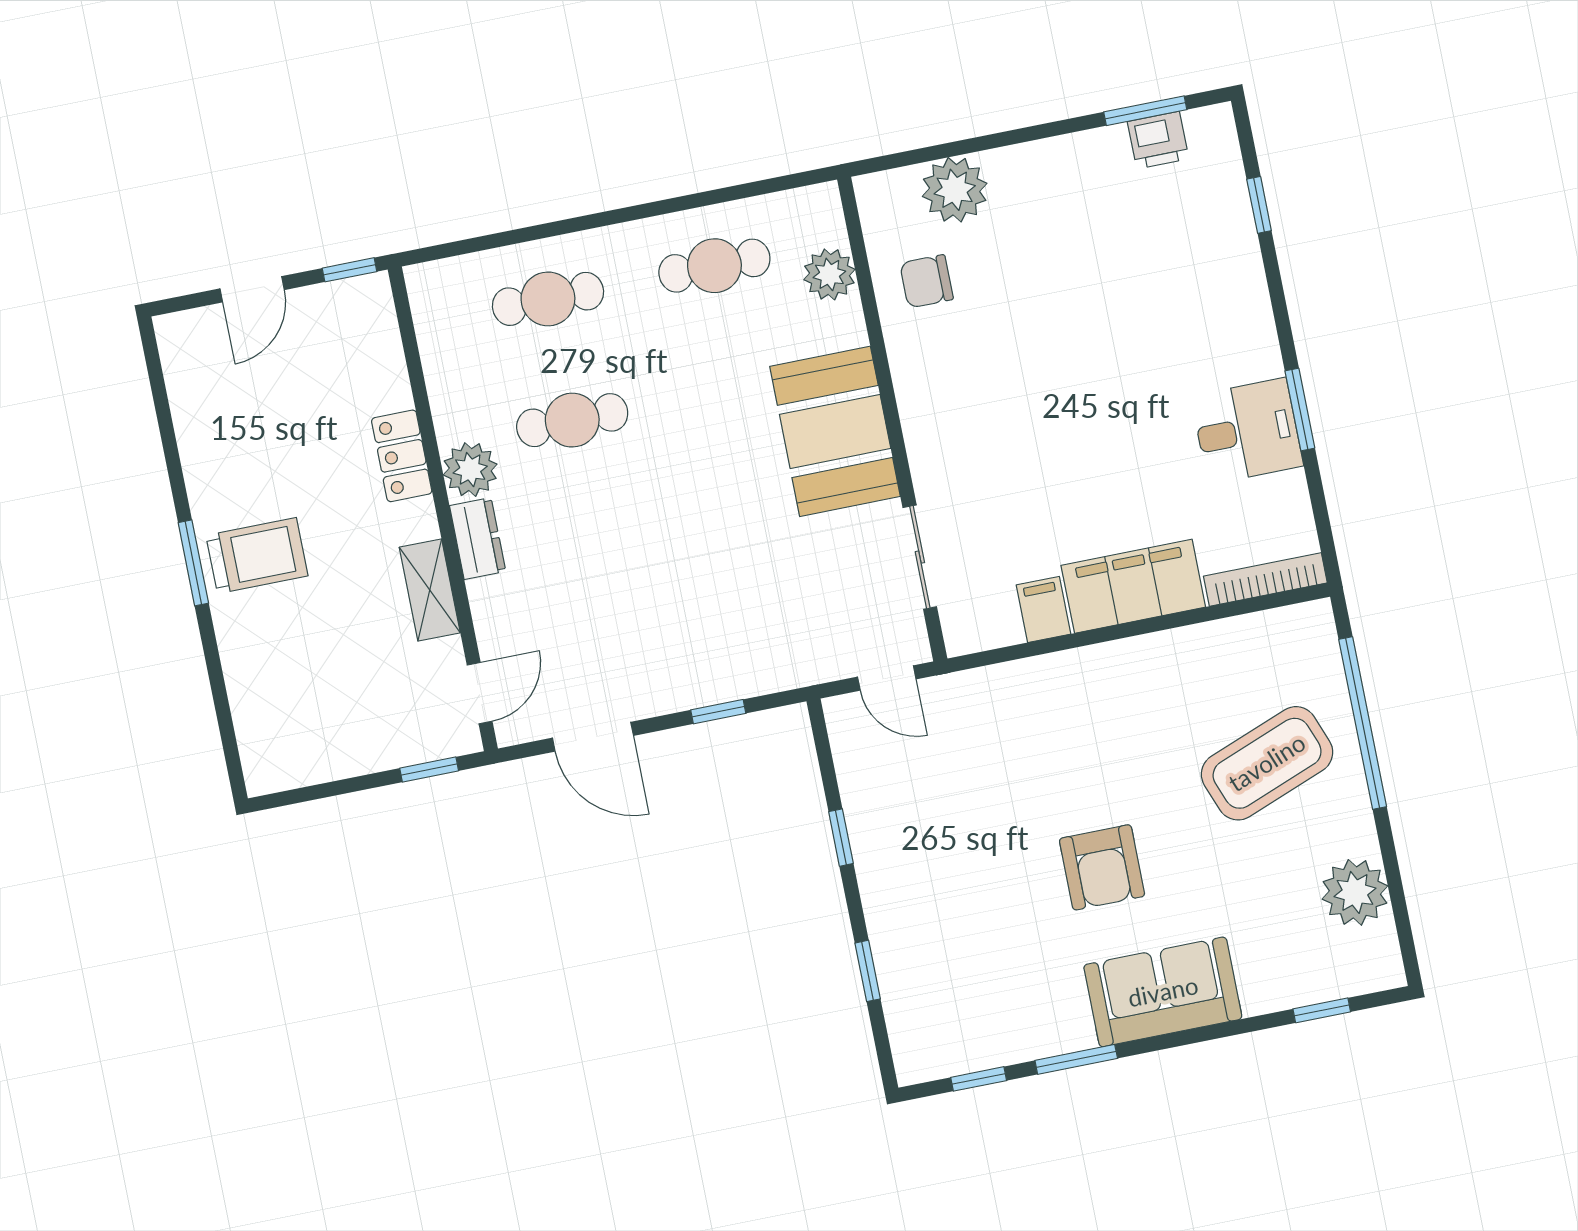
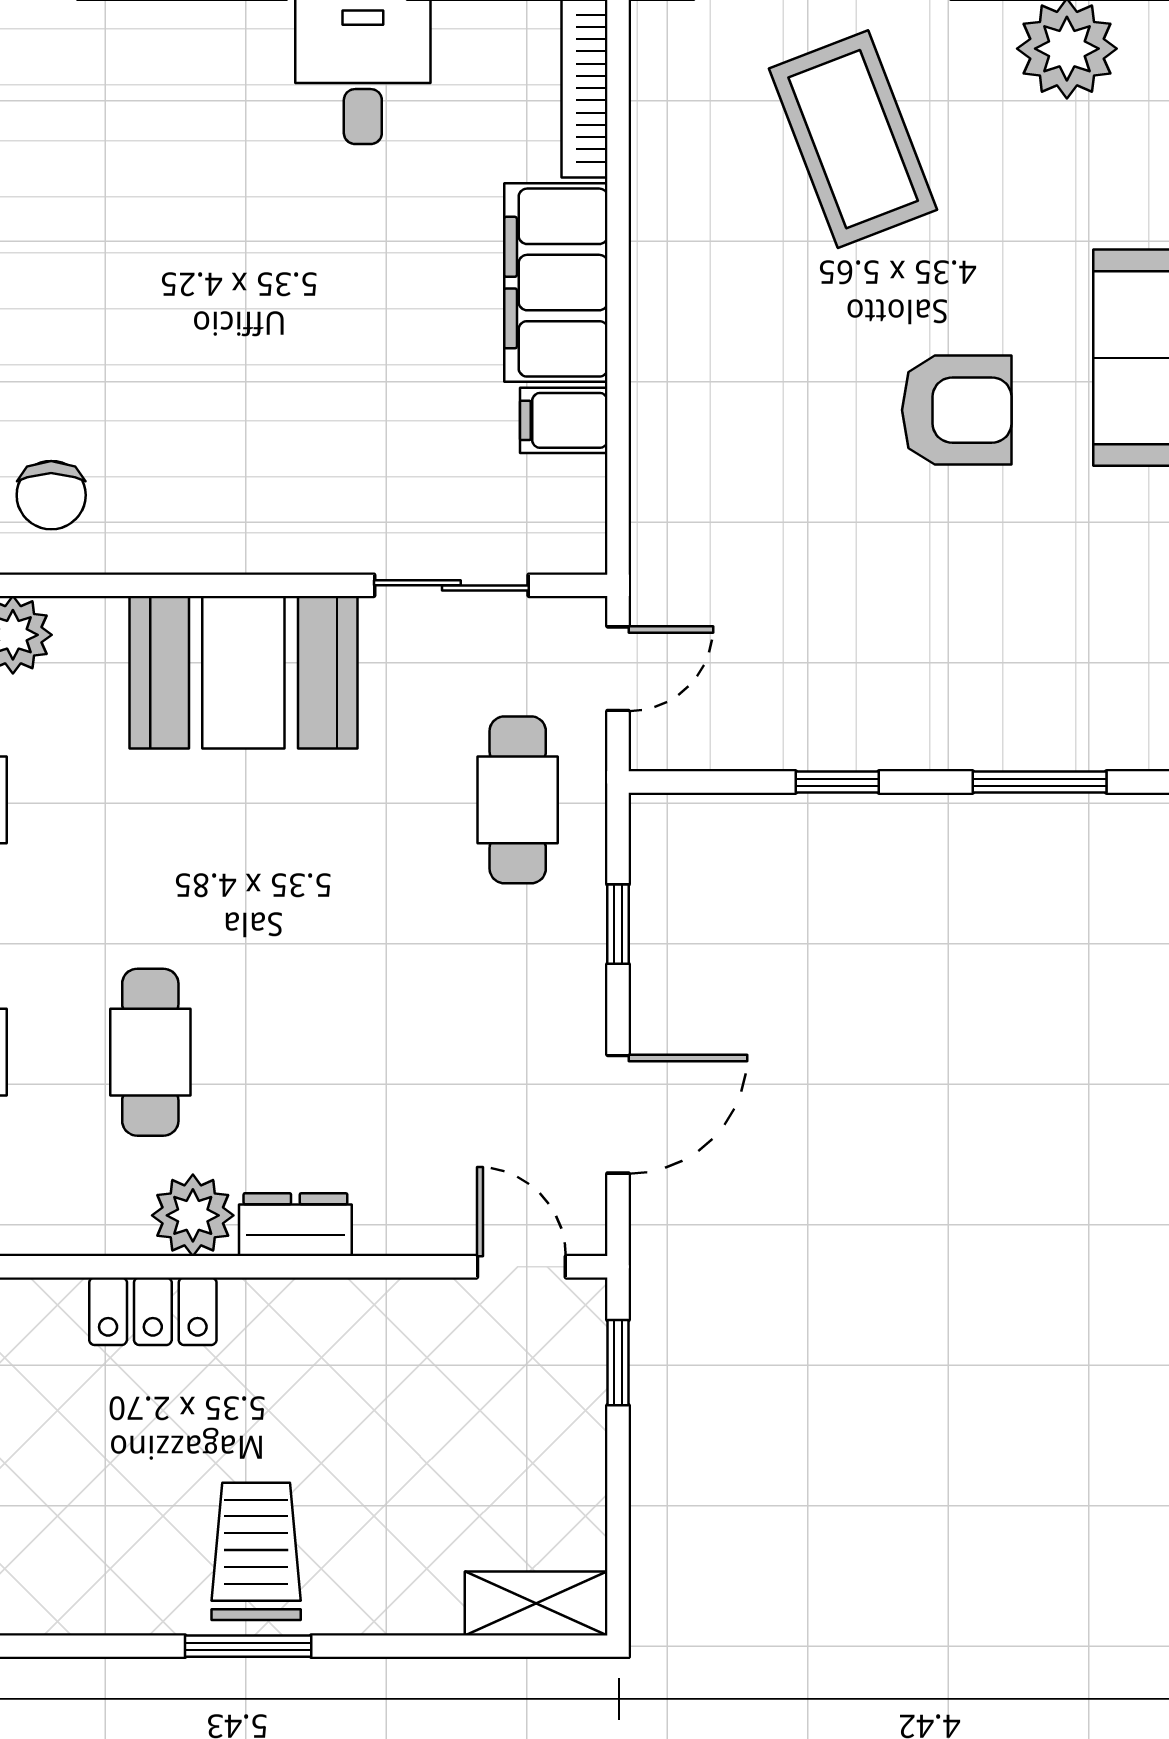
shelving: (430, 590) -> (536, 1604), moved
cafe table: (787, 629) -> (518, 800), added
window: (868, 971) -> (1040, 782), width x1.50

